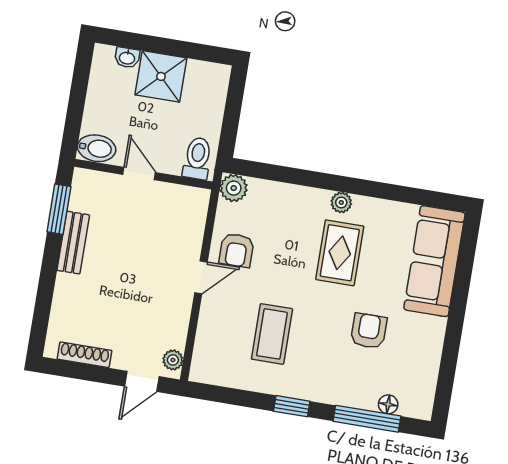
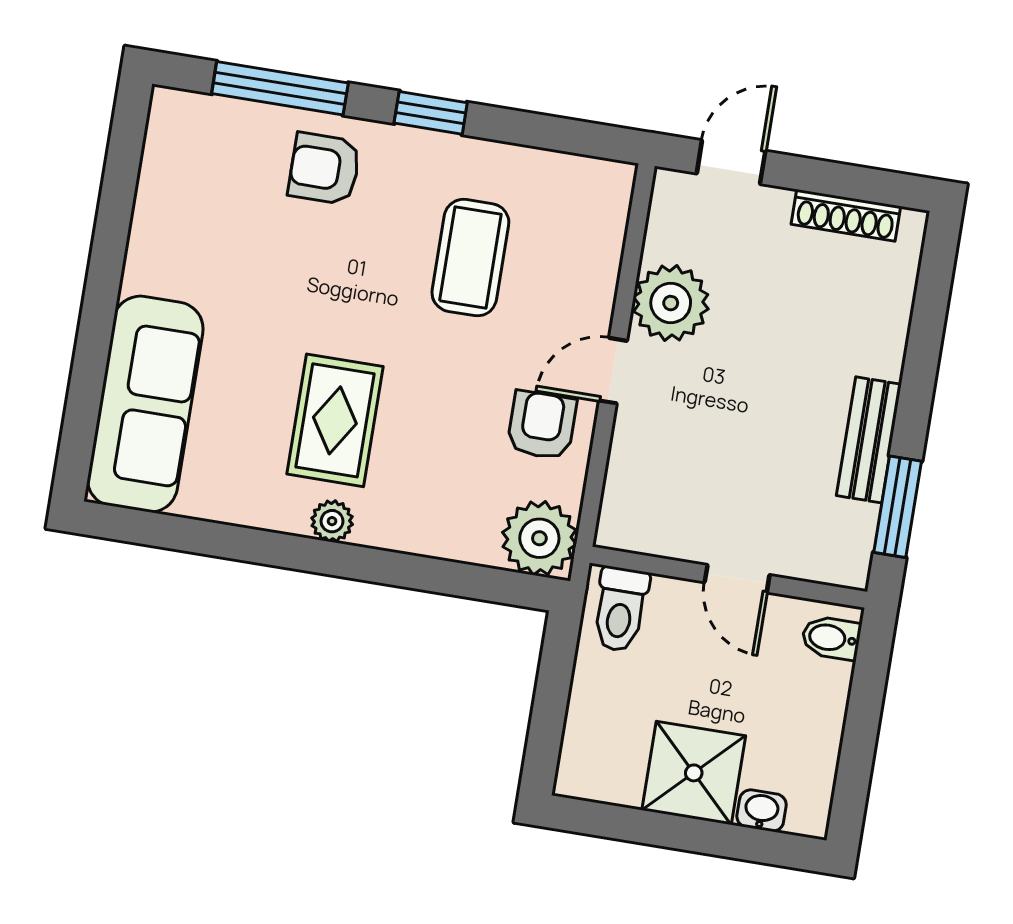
bidet: (97, 148) -> (831, 638), width x0.72, depth x0.74
plant: (234, 188) -> (539, 538), width x1.36, depth x1.36
armchair: (369, 331) -> (324, 169), moved, turned 90
plant: (173, 360) -> (671, 303), moved, width x1.87, depth x1.87
floor lamp: (388, 404) -> (238, 117), removed

